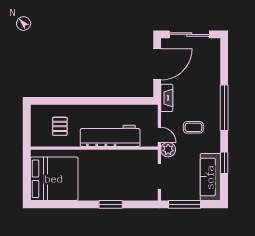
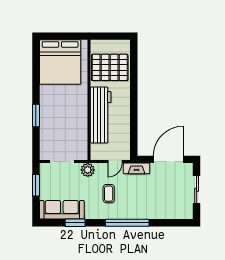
sliding door: (189, 34) -> (197, 190), width x0.73
door: (157, 64) -> (168, 159), swing flipped
pallet: (60, 126) -> (110, 67), width x2.05, depth x2.00
door: (159, 135) -> (115, 161), moved
window: (184, 204) -> (36, 185), width x0.69

